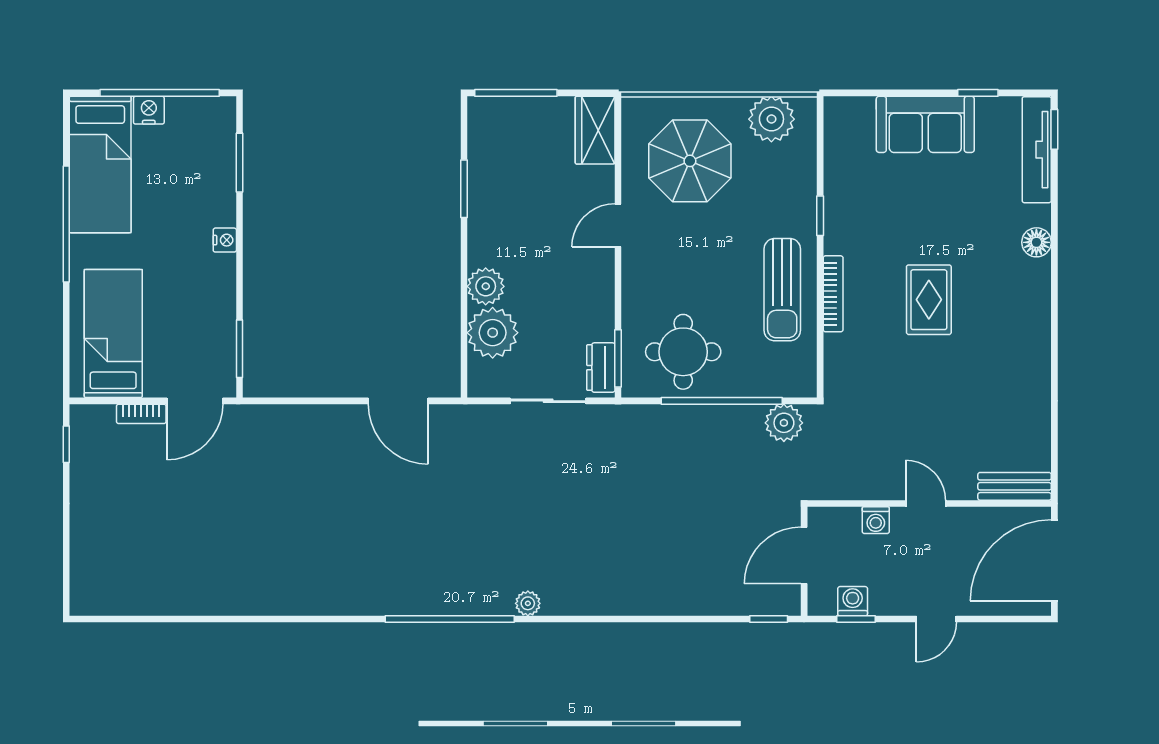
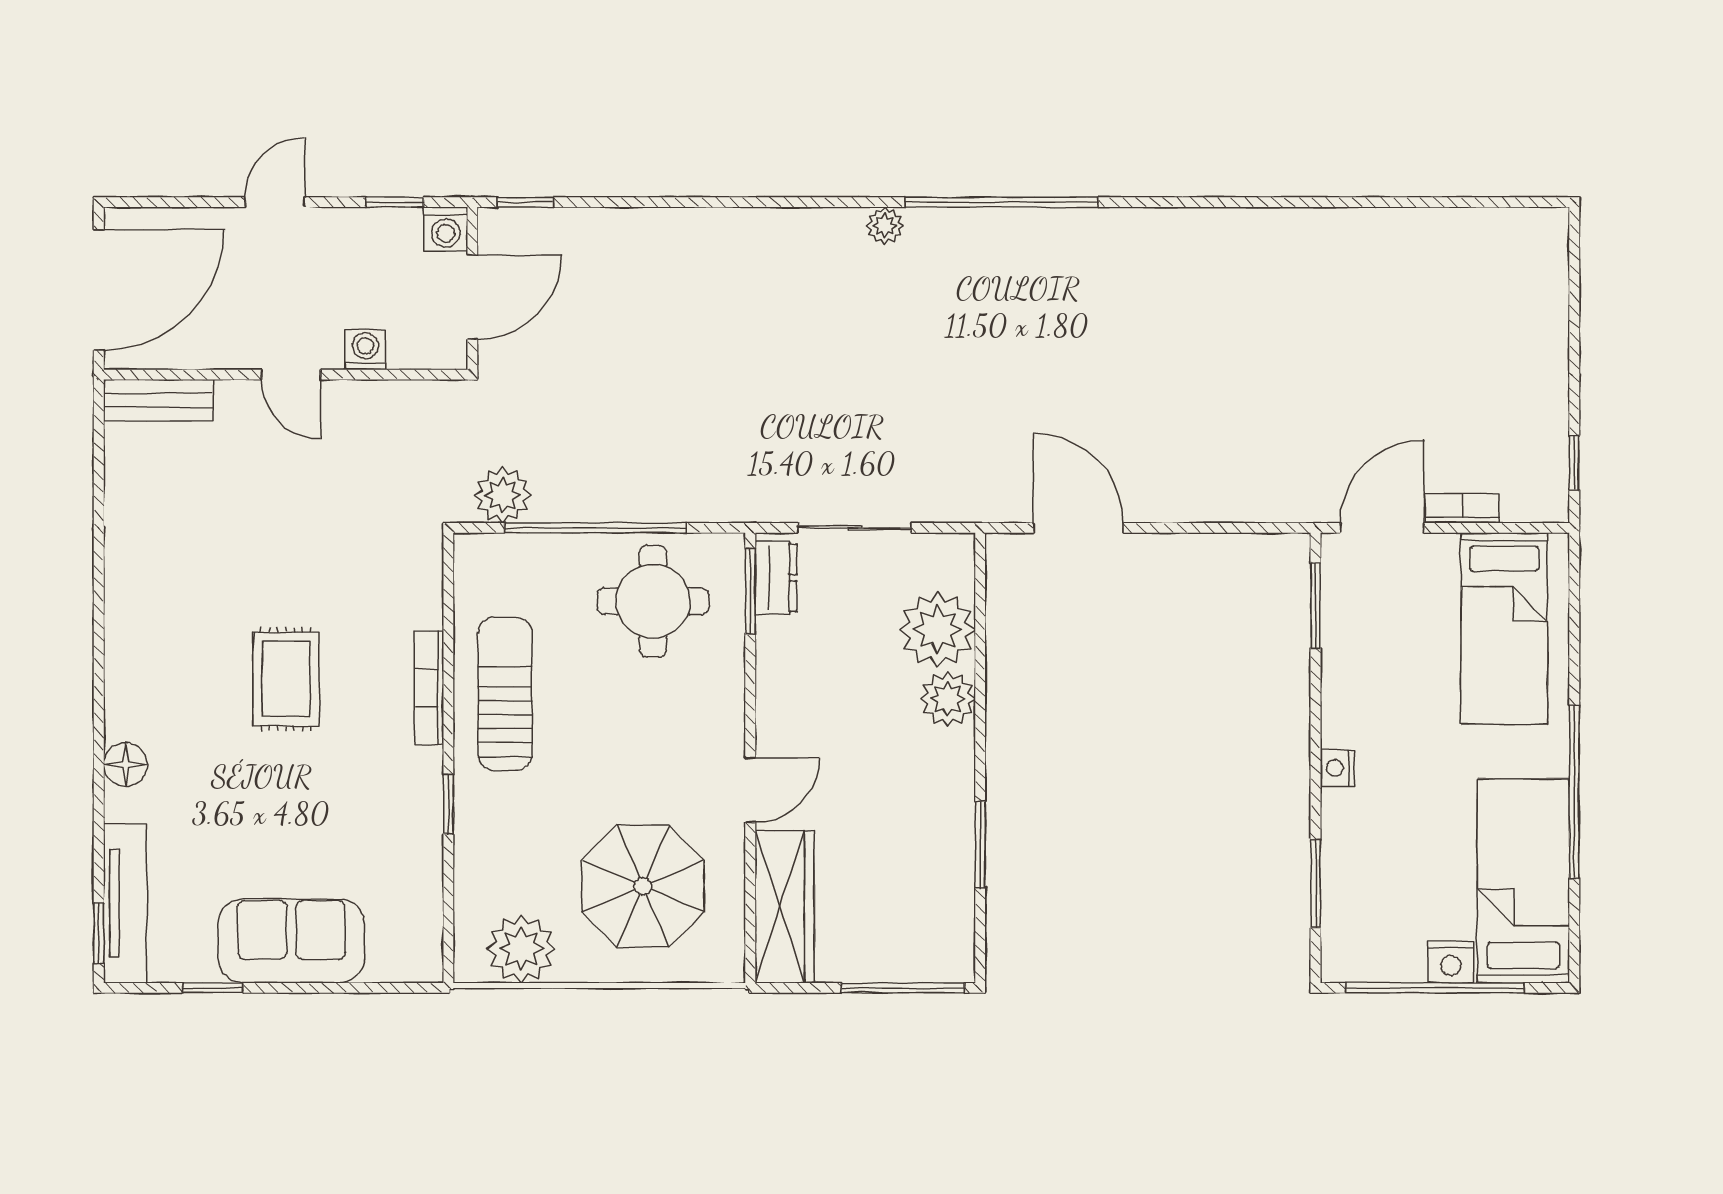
wardrobe: (595, 130) -> (785, 907), width x1.50
washing machine: (853, 601) -> (446, 229), moved

